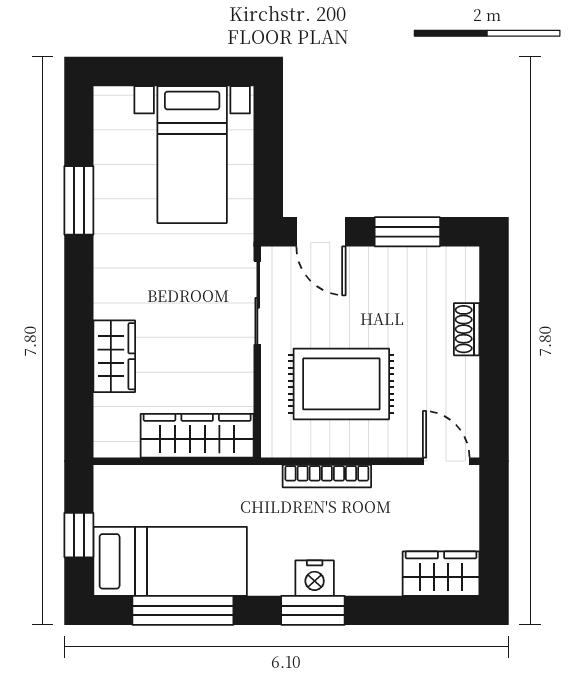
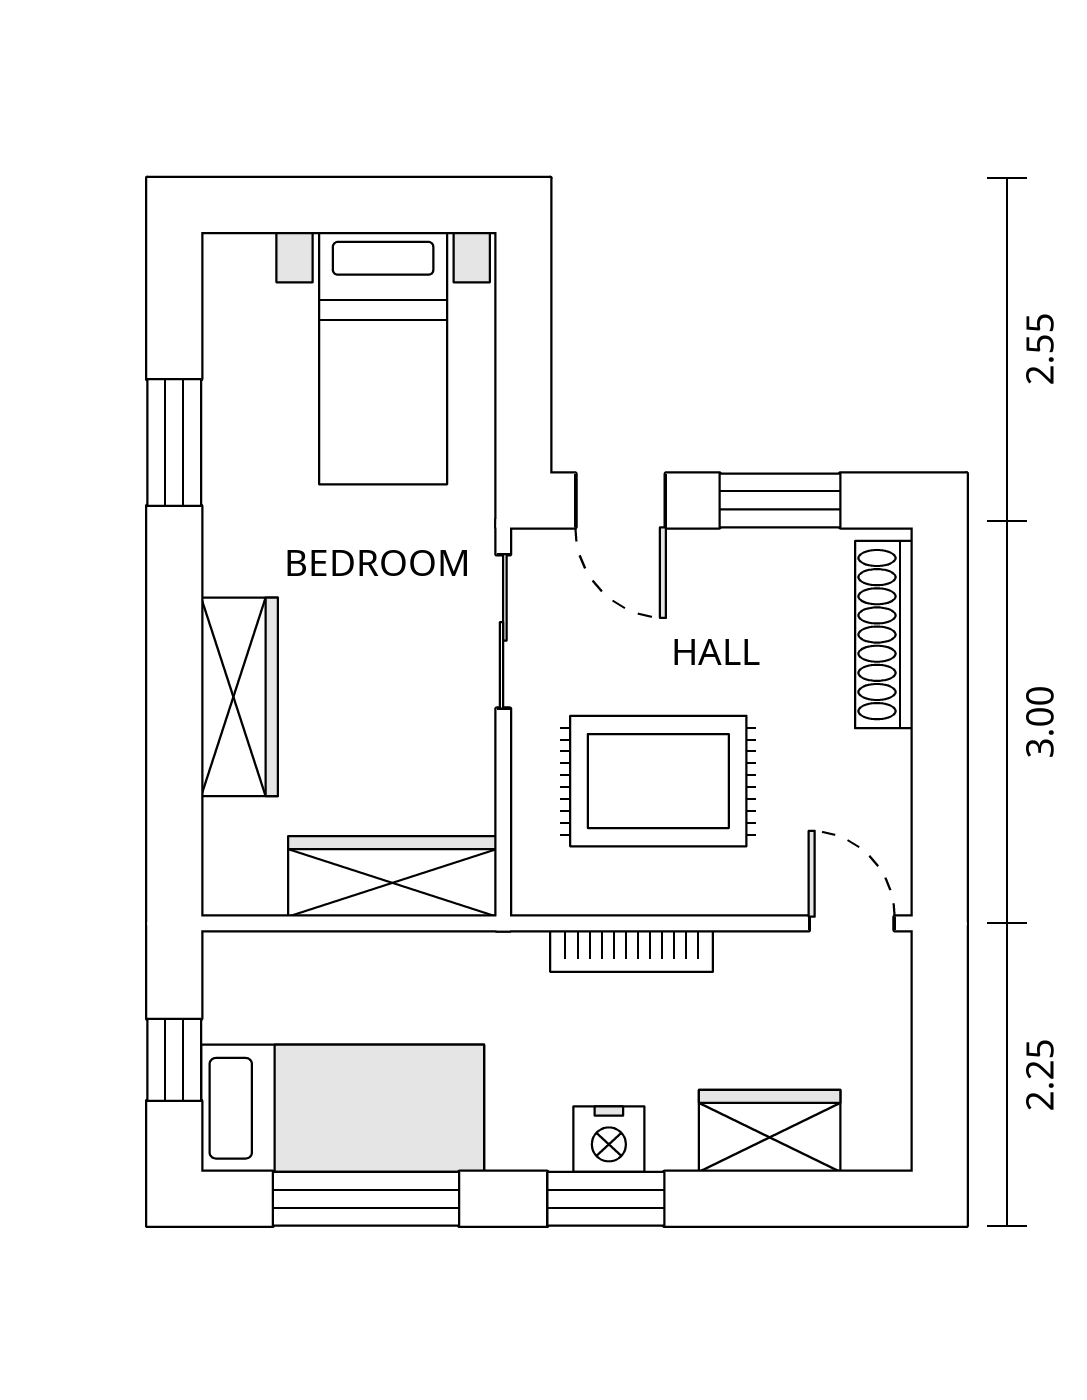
shoe rack: (467, 329) -> (884, 635), width x1.94, depth x1.24
wardrobe: (114, 356) -> (239, 697), width x1.50
wardrobe: (441, 574) -> (770, 1131), moved

